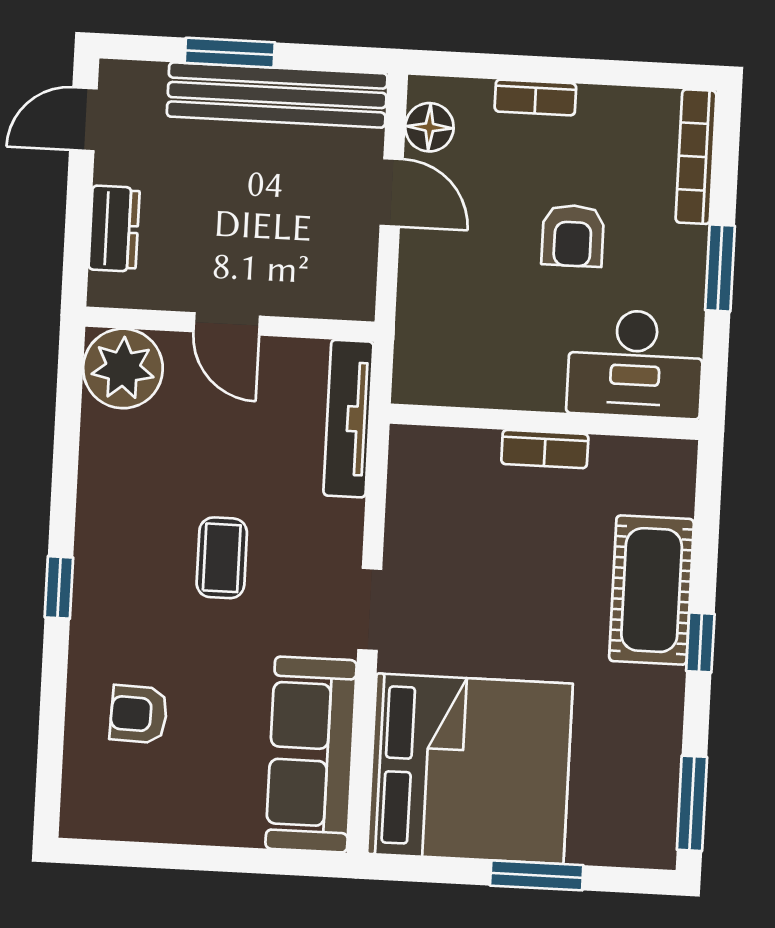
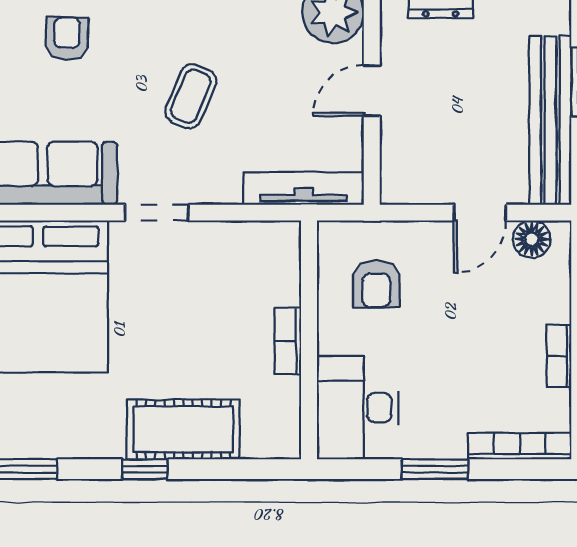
bookcase: (535, 97) -> (559, 356), moved
armchair: (573, 236) -> (376, 284), moved, turned -90
coffee table: (222, 558) -> (191, 96), turned -67

